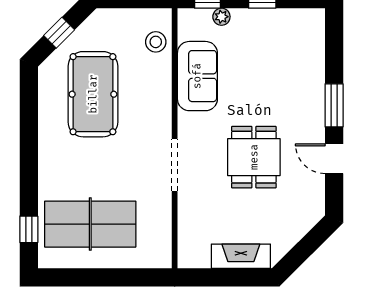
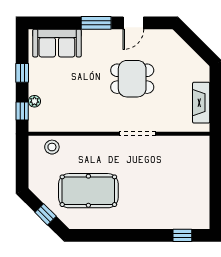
sofa: (197, 76) -> (57, 43), moved, turned 180
table tennis table: (90, 224) -> (179, 193), removed
fireplace: (241, 256) -> (201, 103), moved

